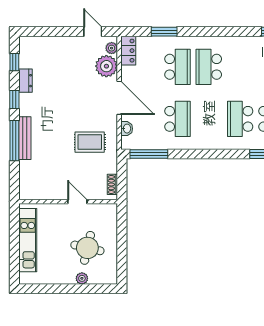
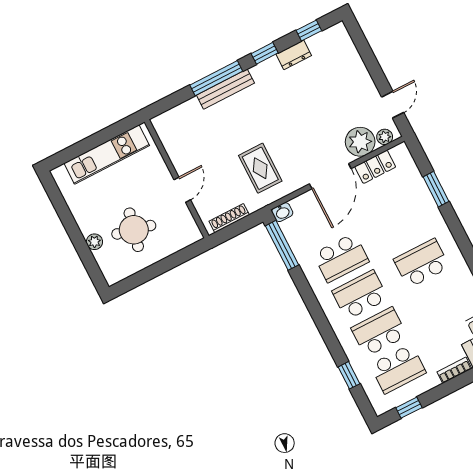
locker: (128, 51) -> (375, 167), moved
school desk: (177, 67) -> (360, 295), moved, turned 180
washbasin: (127, 129) -> (282, 212), moved
shoe rack: (112, 184) -> (229, 218), width x1.43

